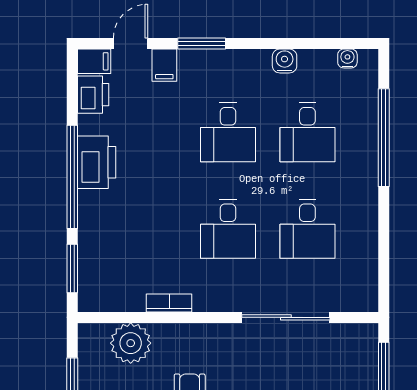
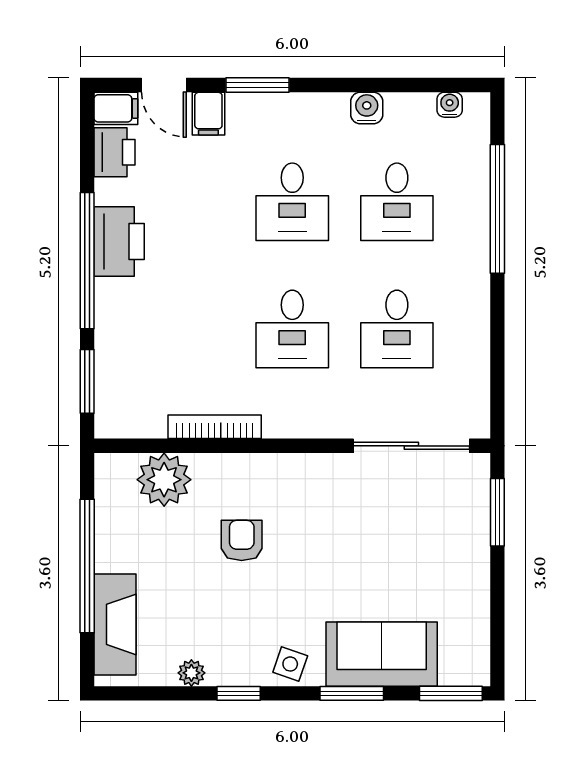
door: (131, 44) -> (164, 85), swing flipped
bookcase: (169, 303) -> (215, 427), width x1.56
sliding door: (286, 317) -> (411, 446), moved

